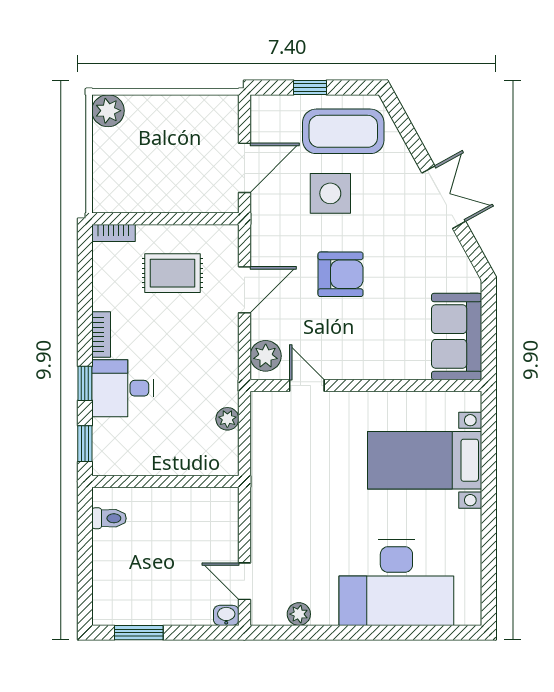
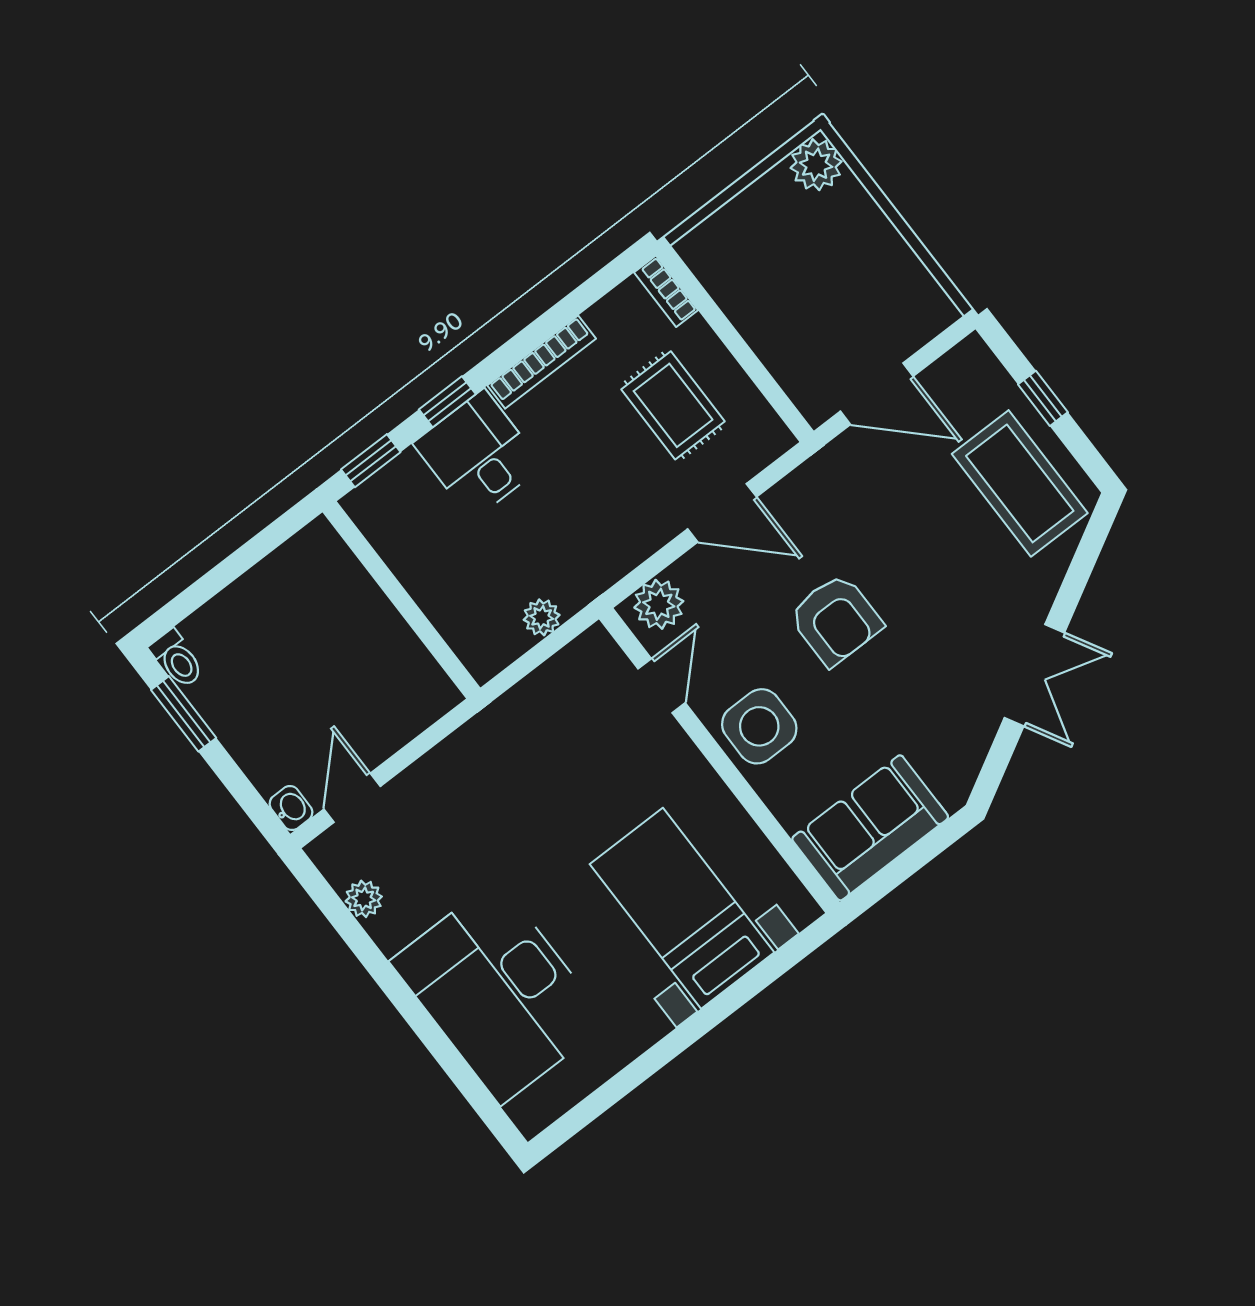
side table: (330, 193) -> (759, 726), moved
bookcase: (101, 334) -> (542, 362), width x1.56
toilet: (109, 518) -> (177, 659), moved

